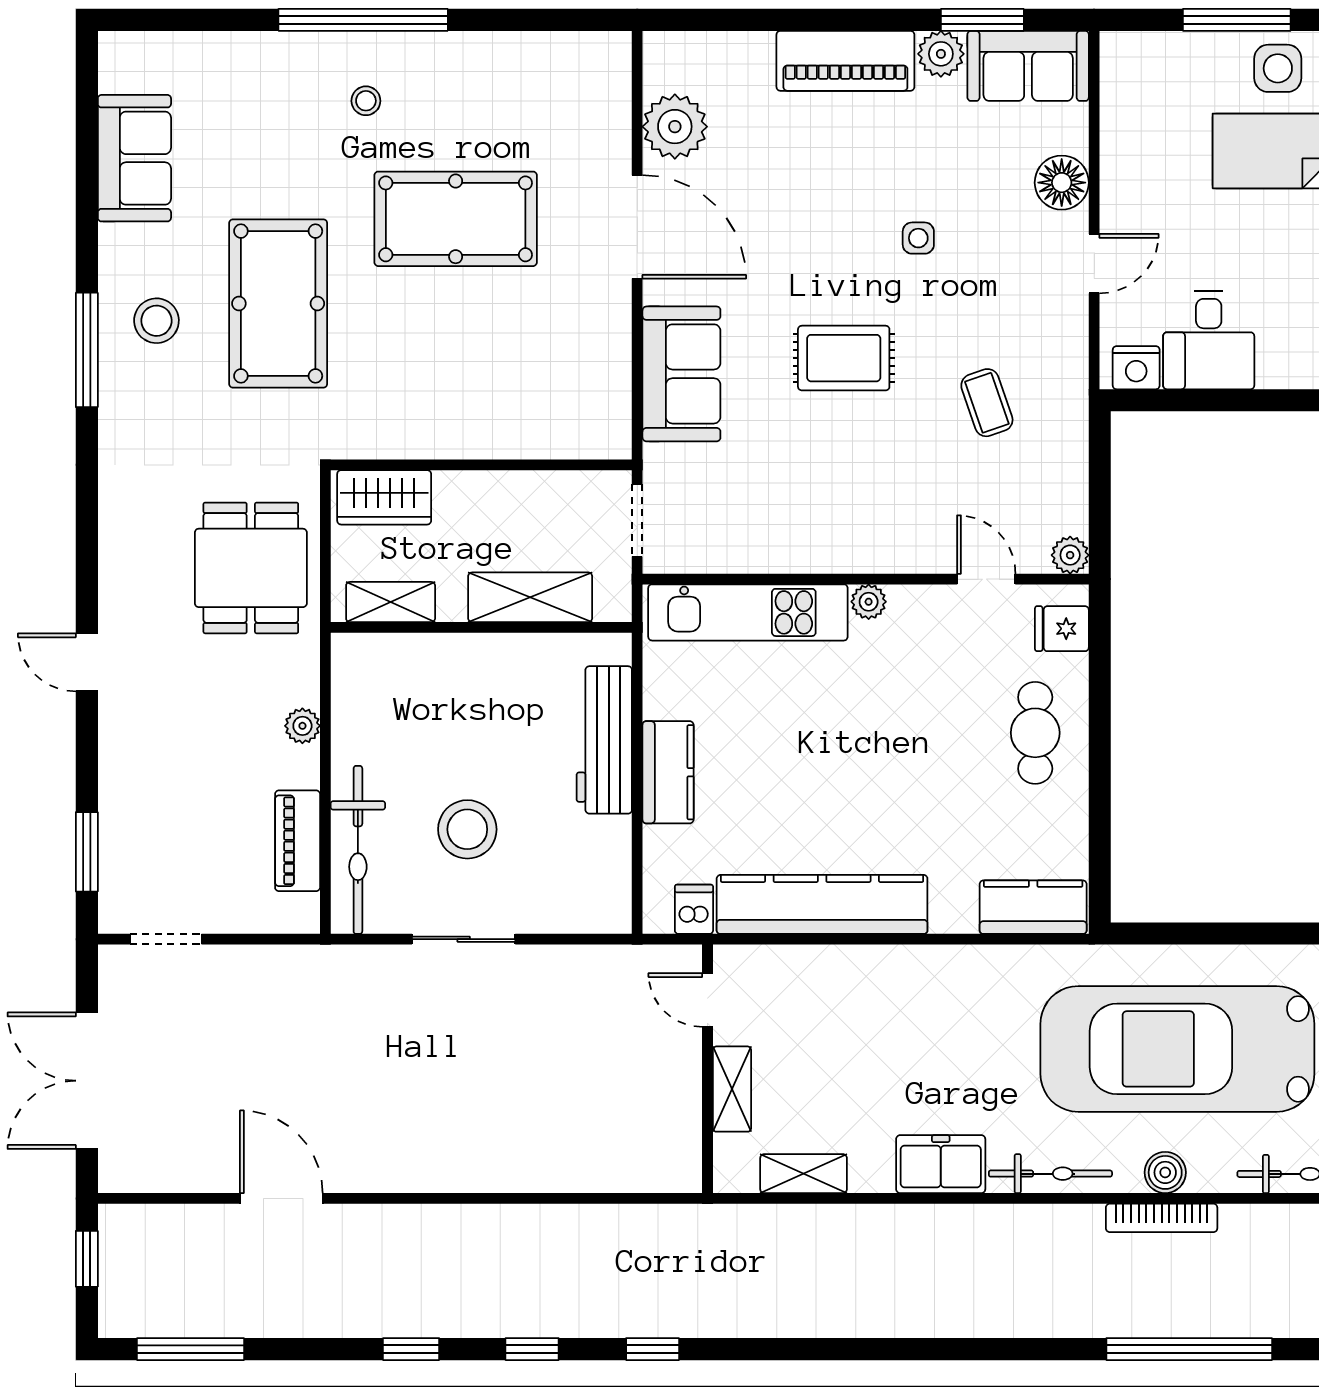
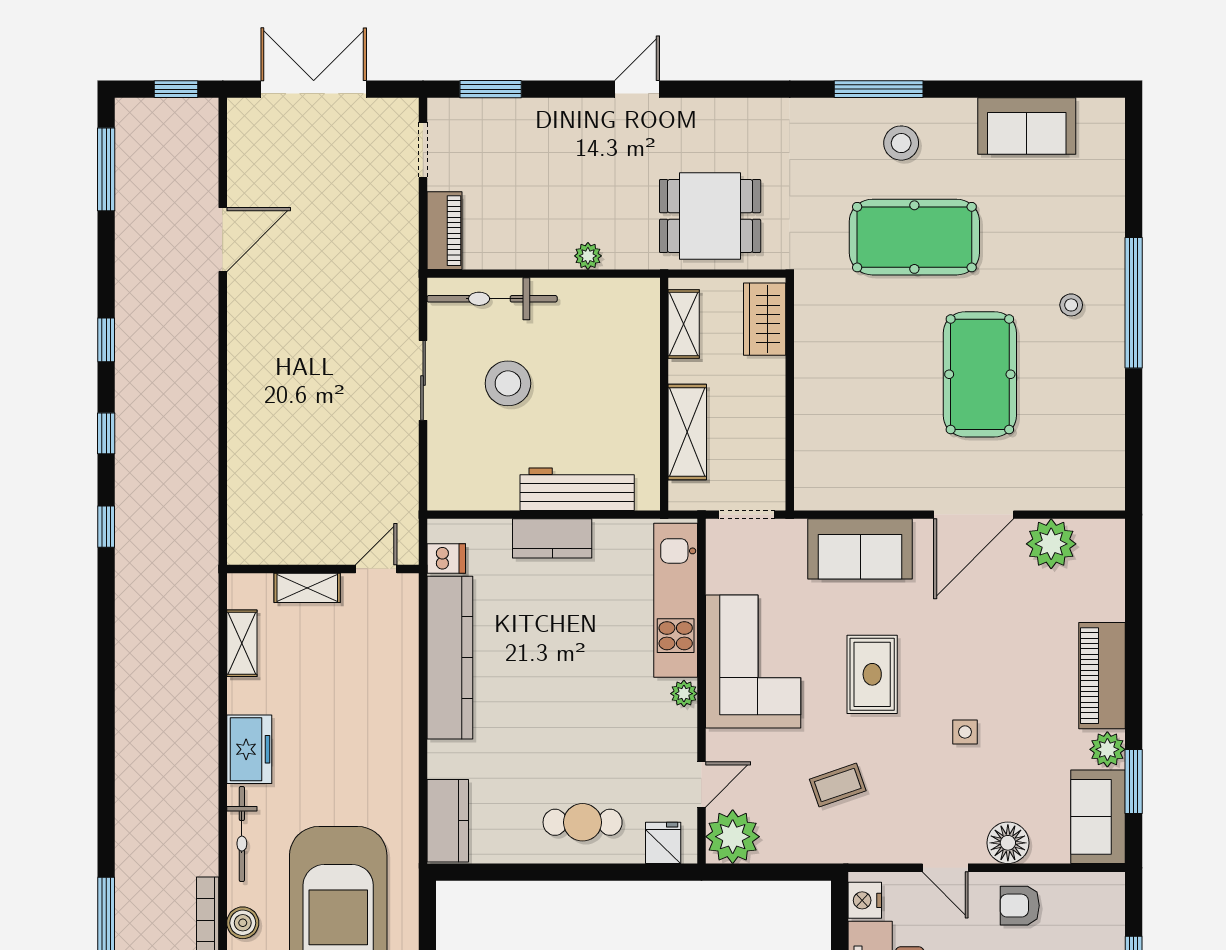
armchair: (1143, 167) -> (1020, 906), added
corner sofa: (827, 512) -> (753, 662), added
plant: (1070, 555) -> (733, 837), width x1.87, depth x1.87
piano: (298, 841) -> (445, 231), moved, turned 90

